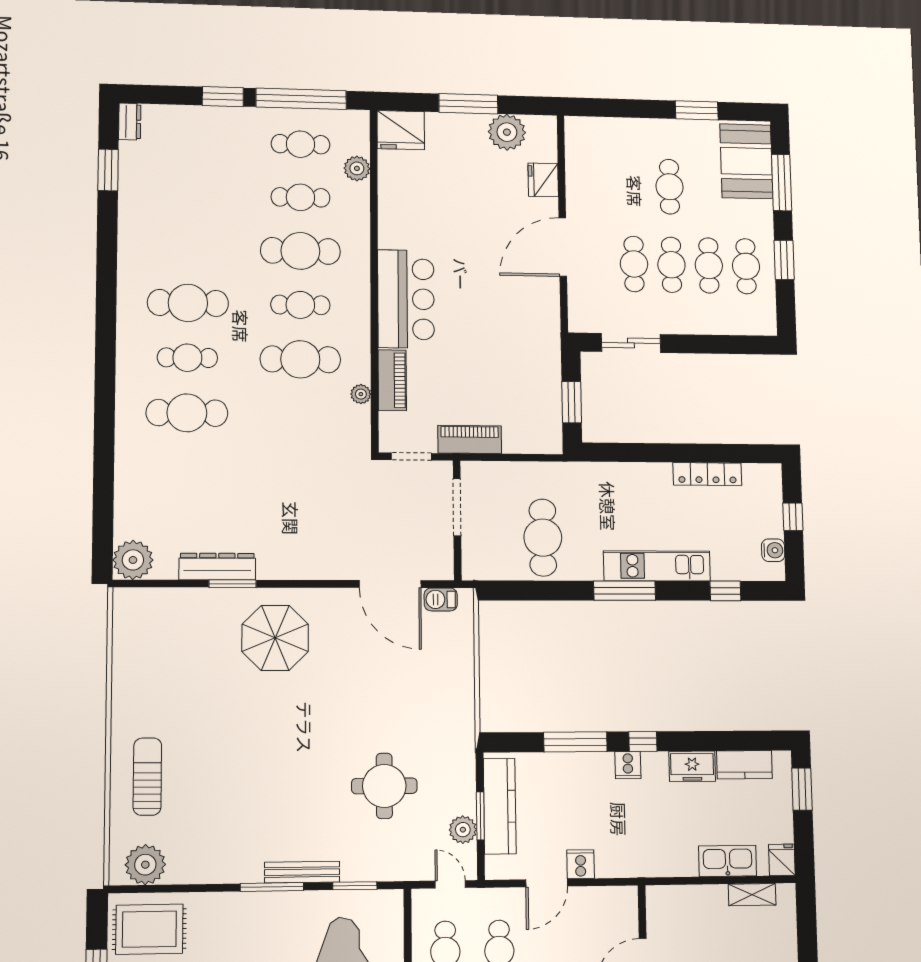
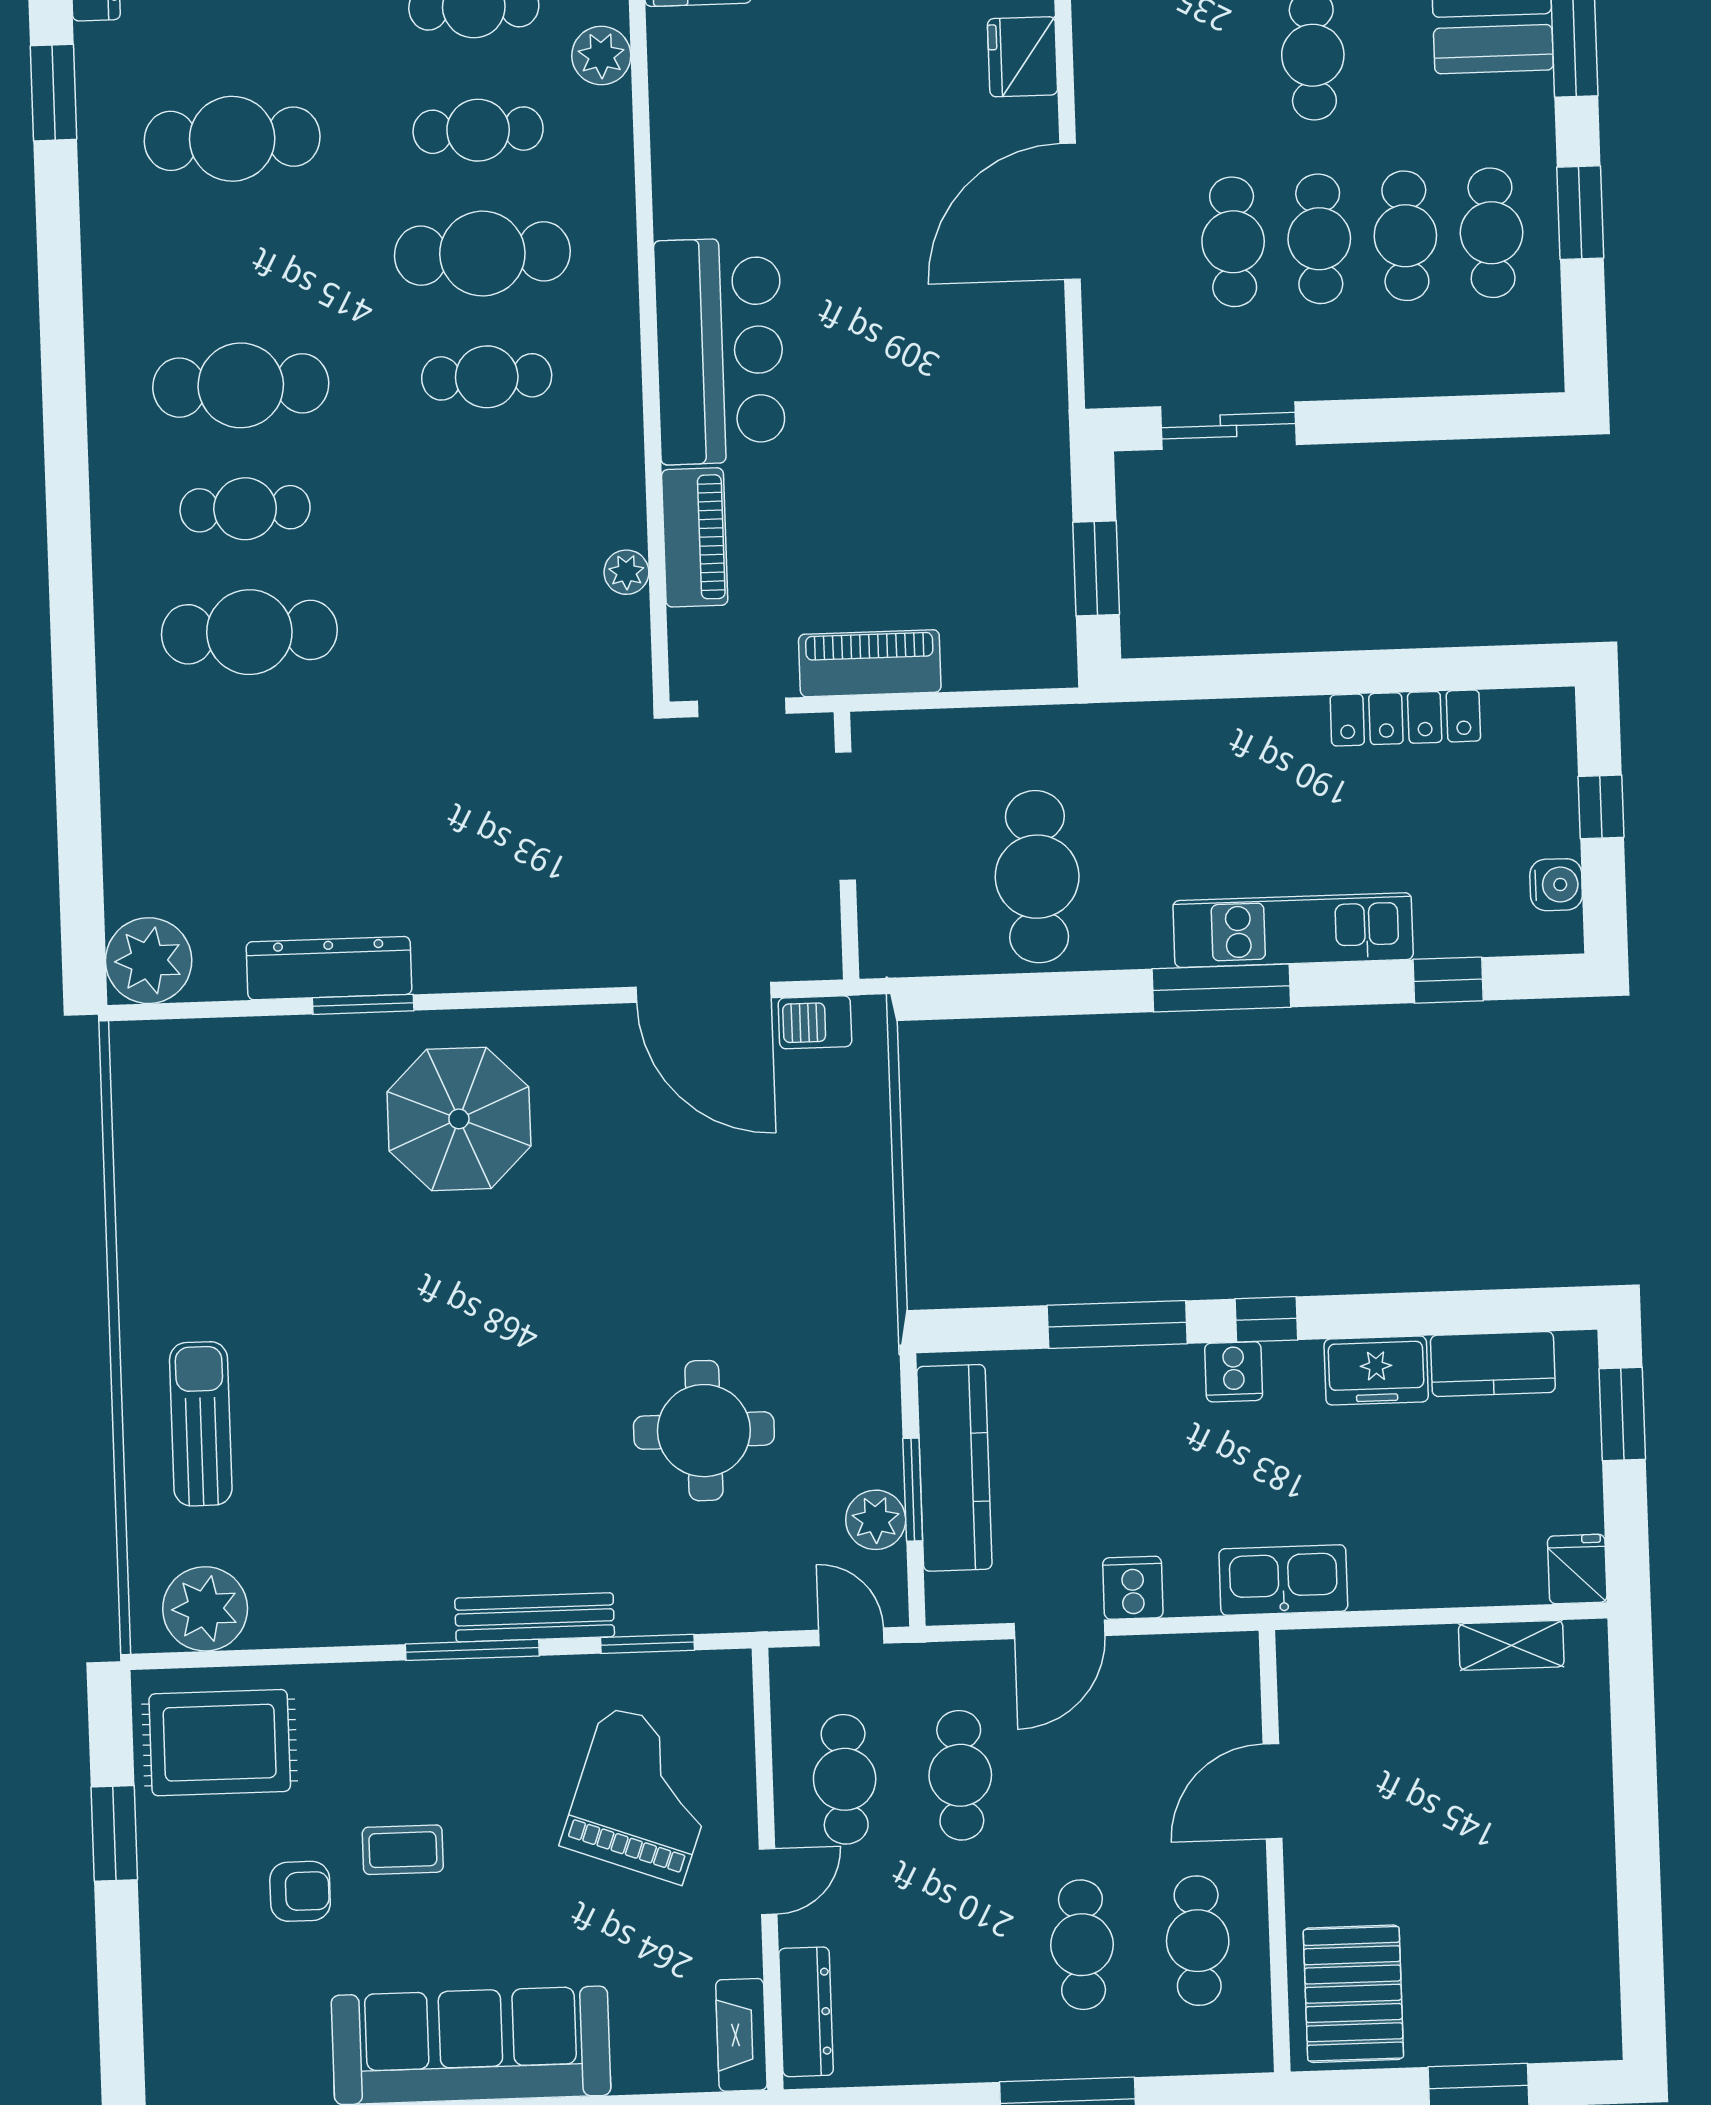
cafe table: (300, 359) -> (232, 139), moved
kitchen sink: (728, 861) -> (1283, 1580), moved

